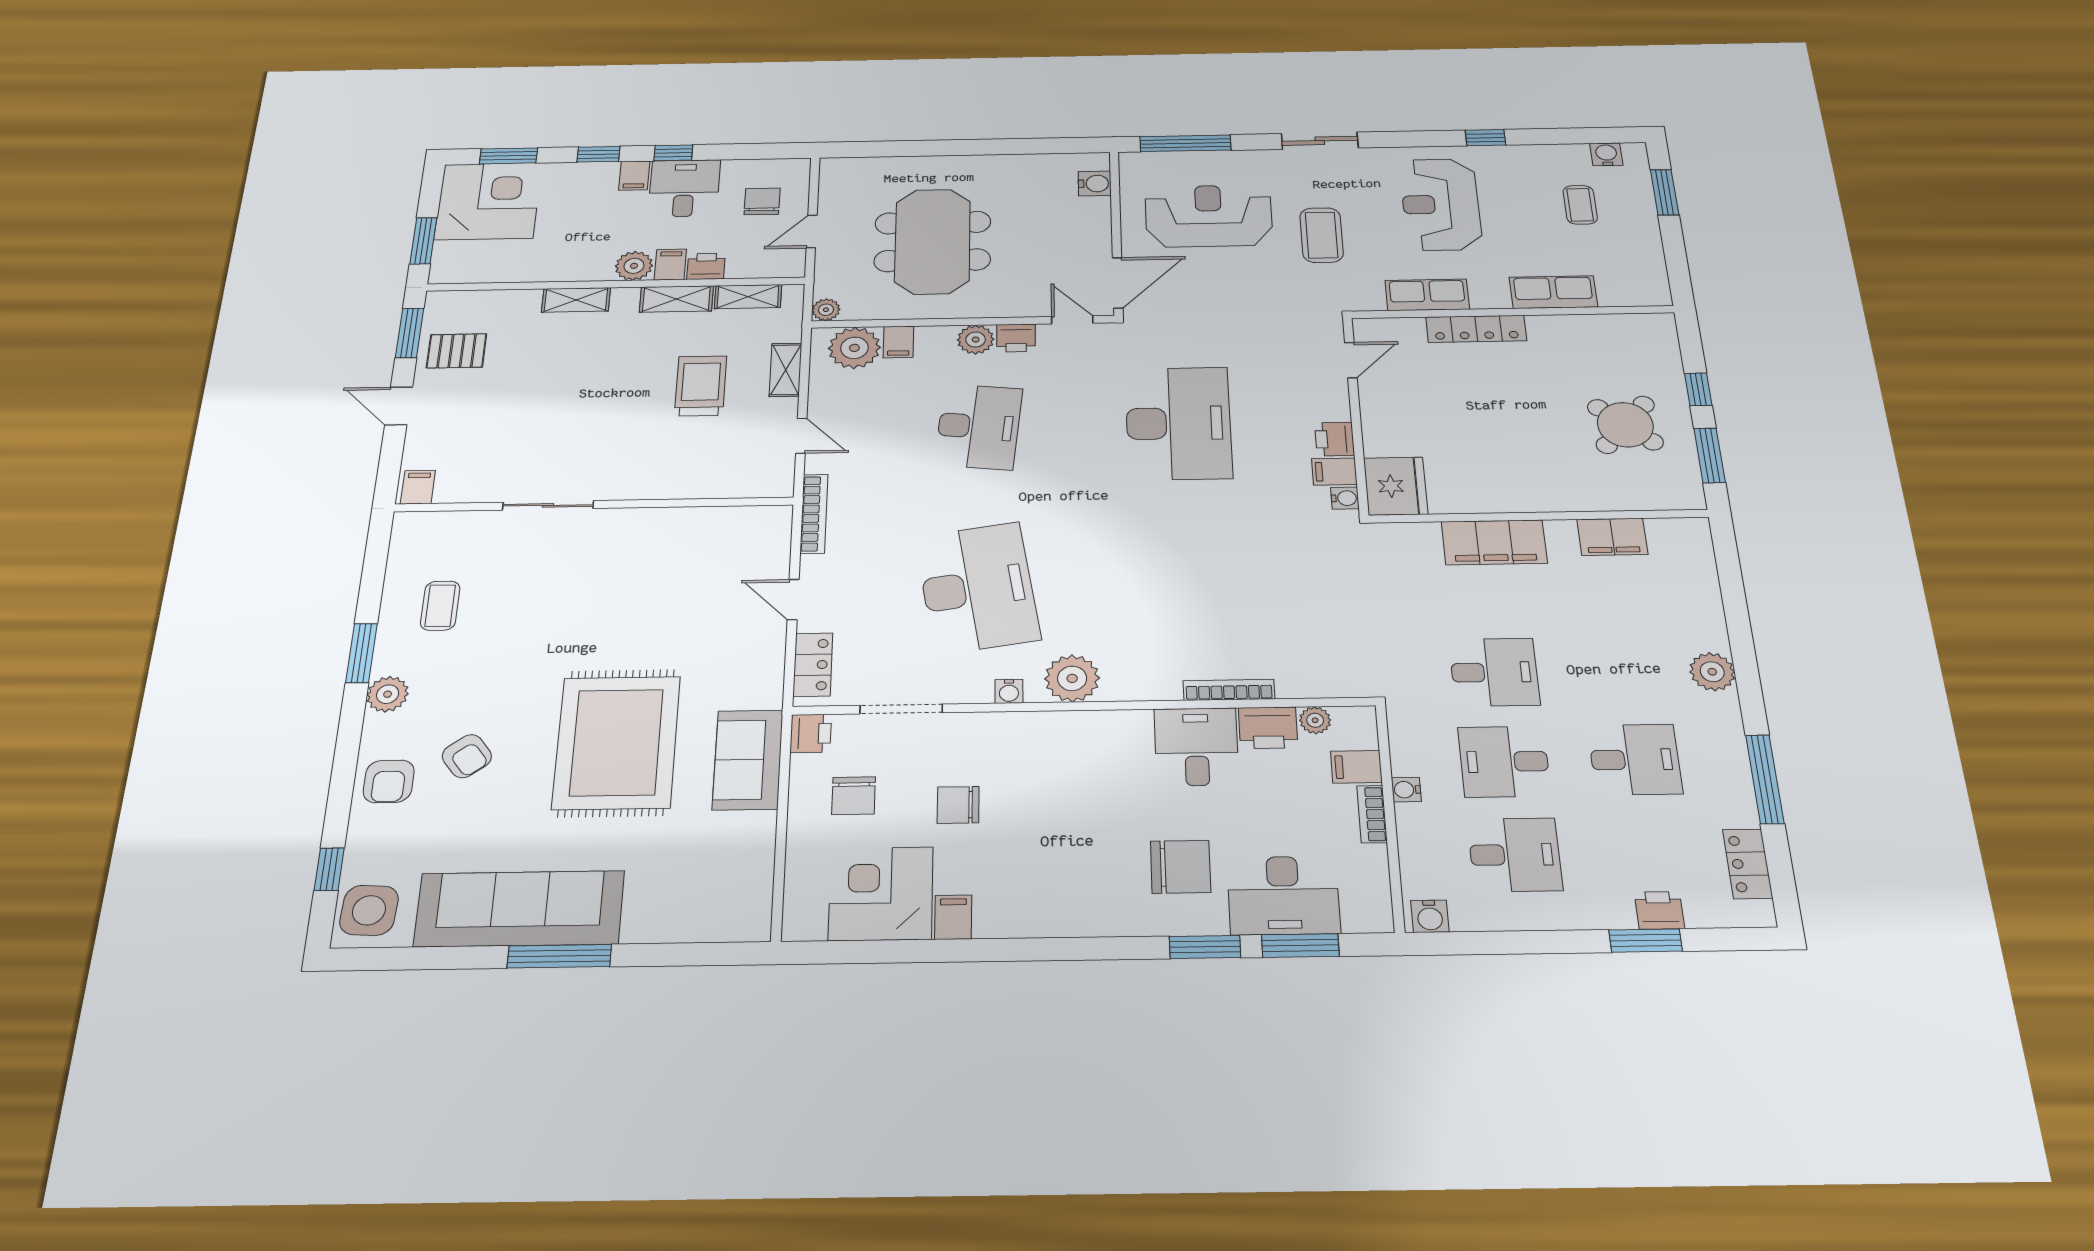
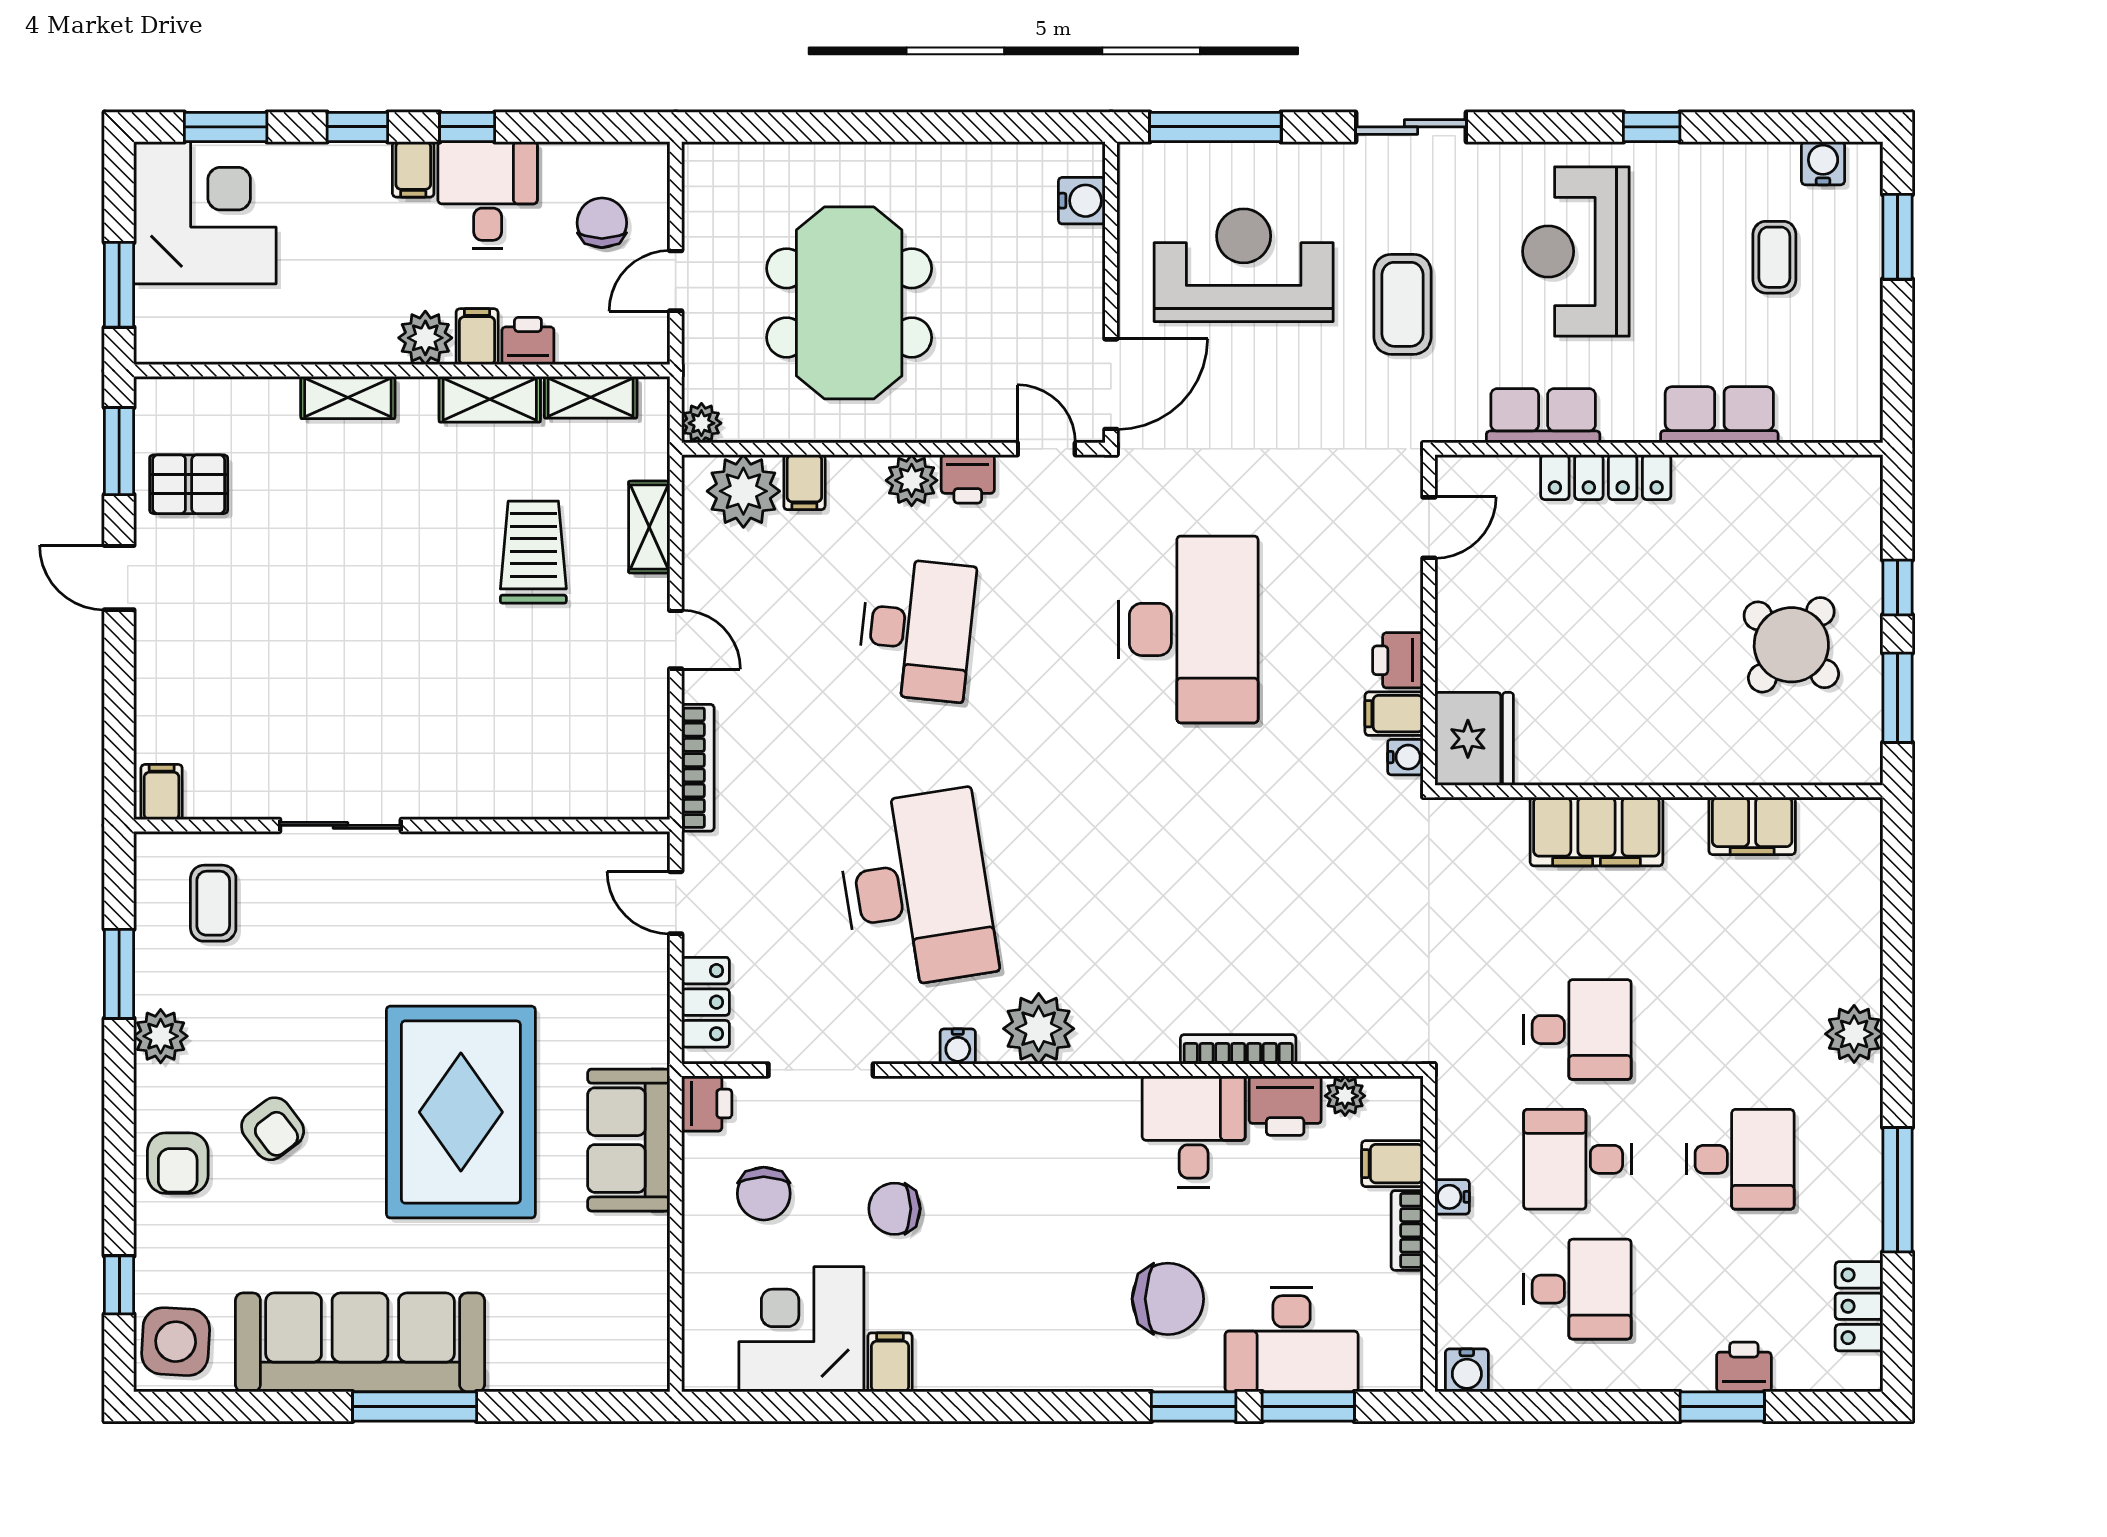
filing cabinet: (418, 487) -> (162, 792), moved
sliding door: (548, 505) -> (340, 825), moved
wall: (594, 505) -> (402, 825), moved

